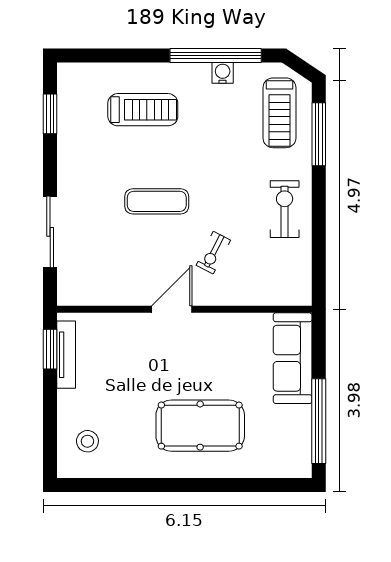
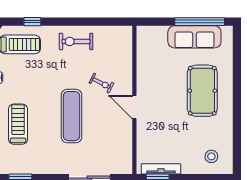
window: (319, 134) -> (32, 22), width x0.46
exercise mat: (157, 201) -> (72, 116), width x1.36, depth x1.45
sofa: (293, 358) -> (194, 37), moved

